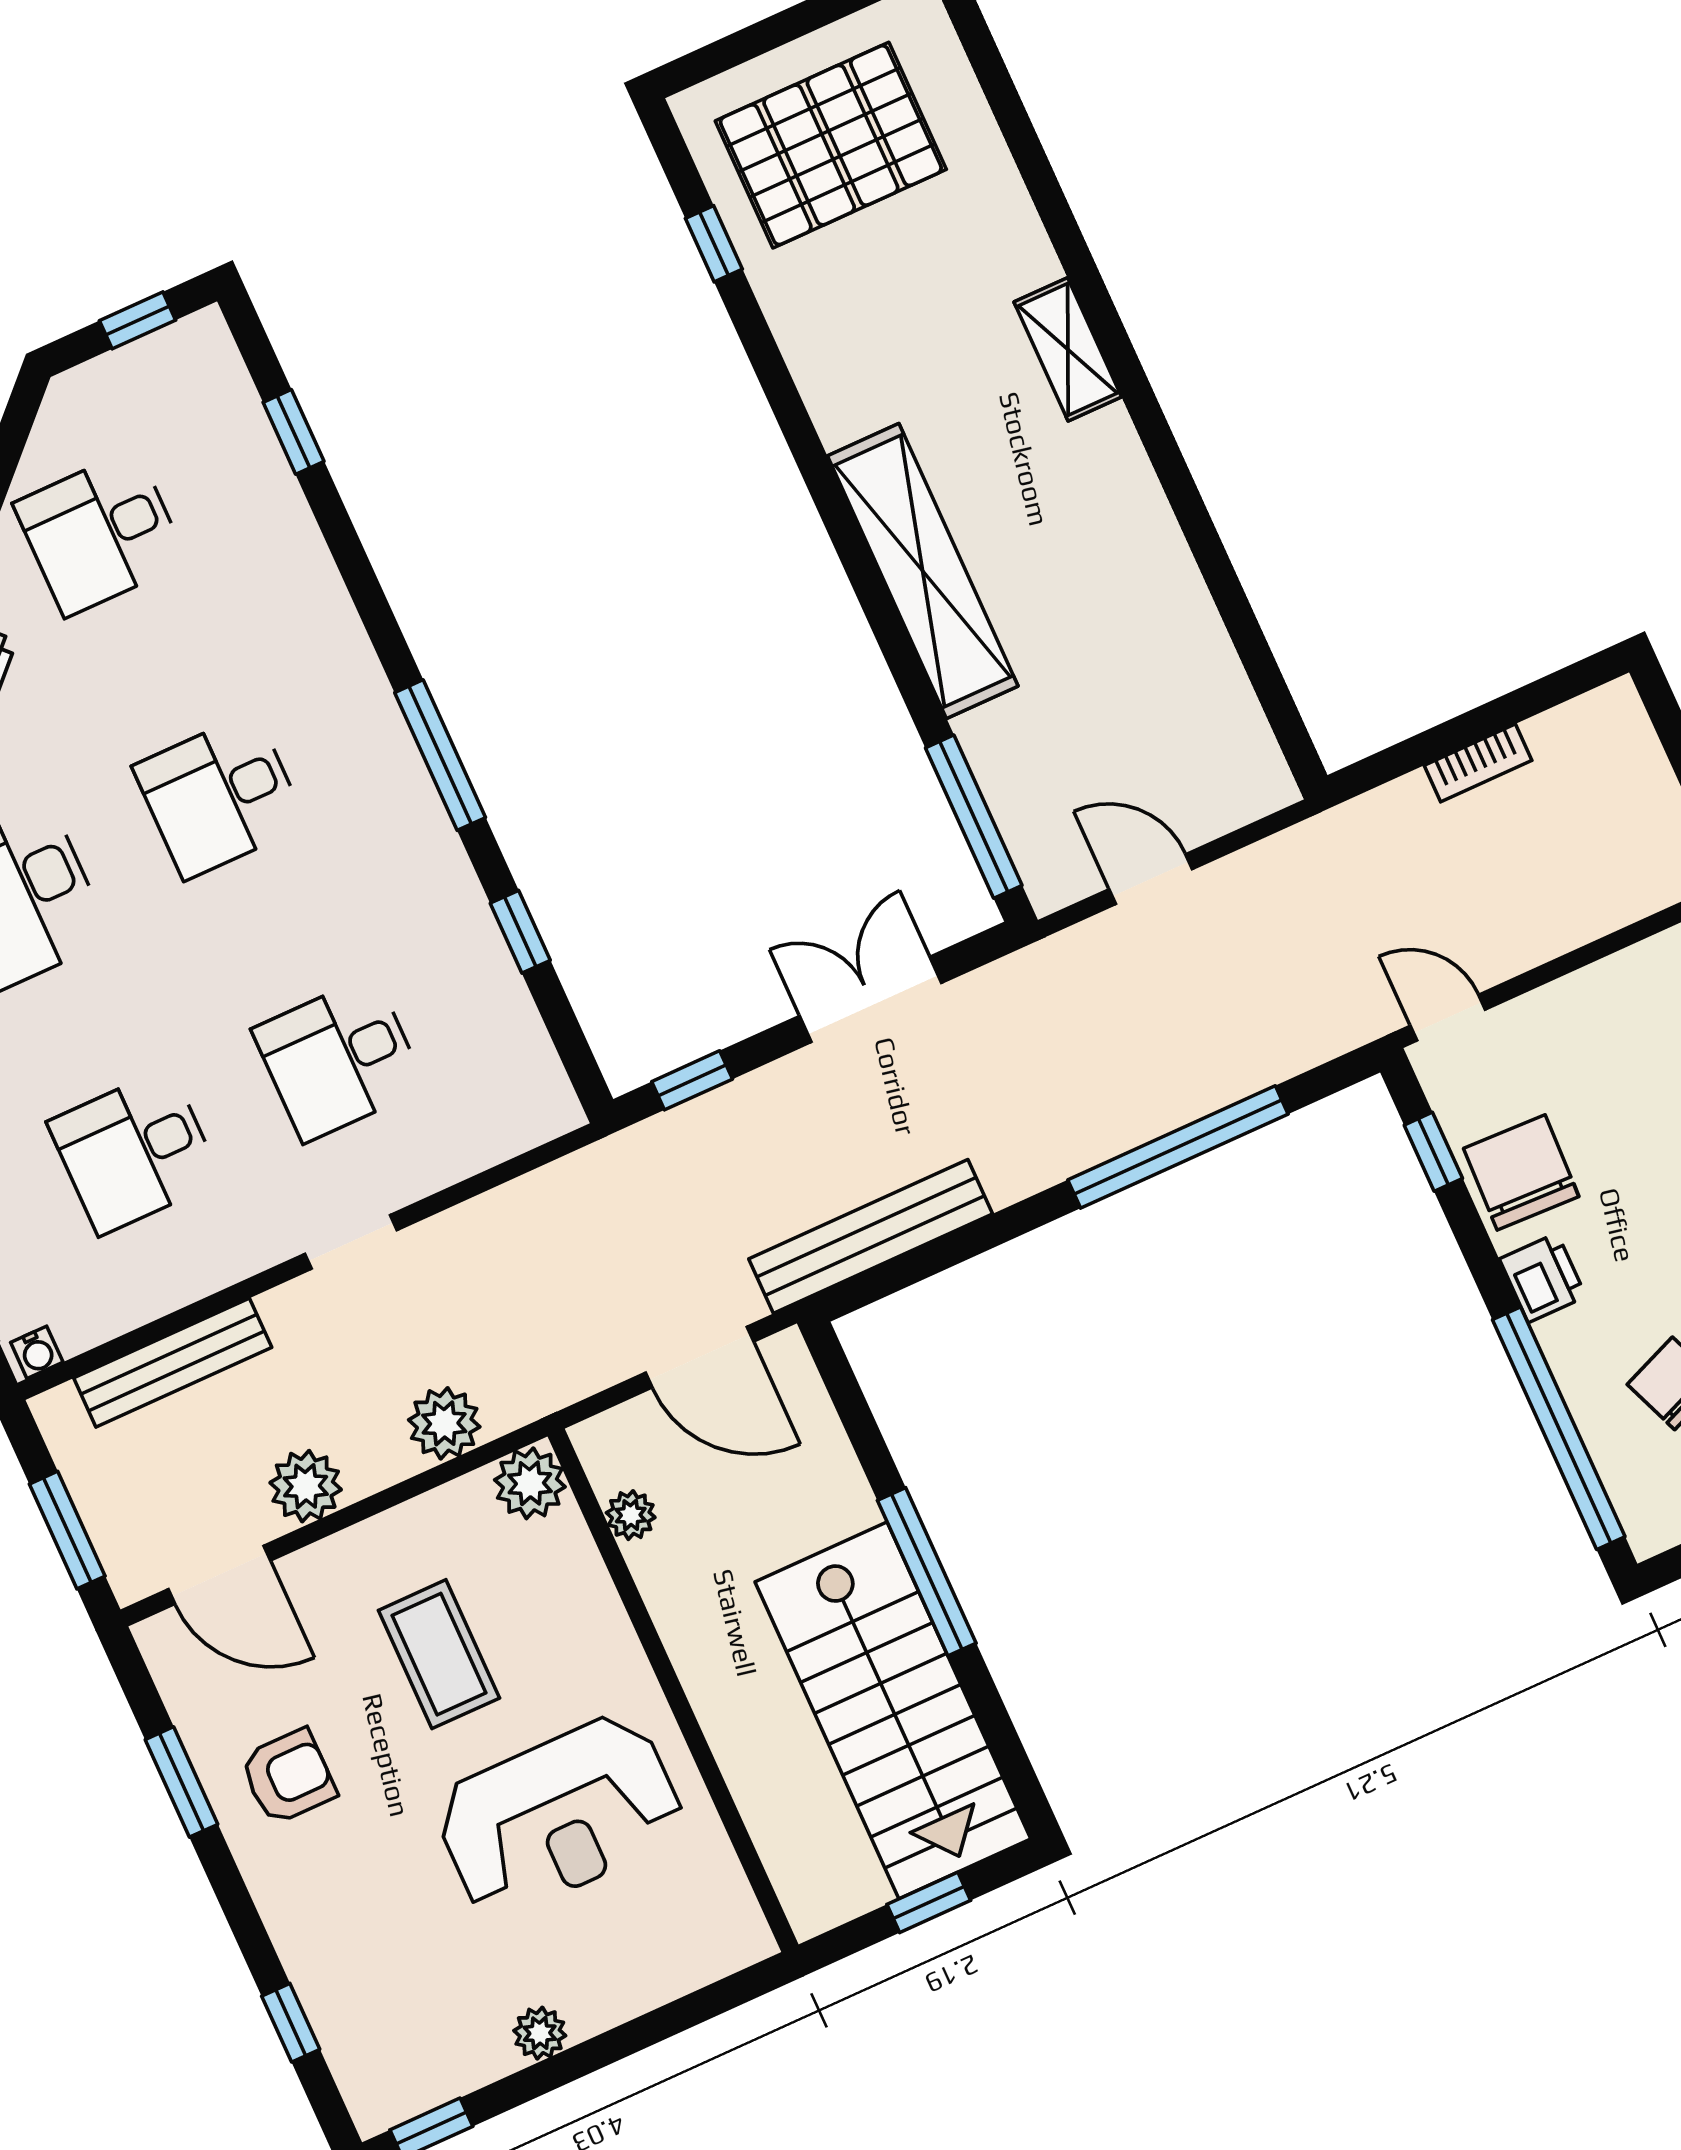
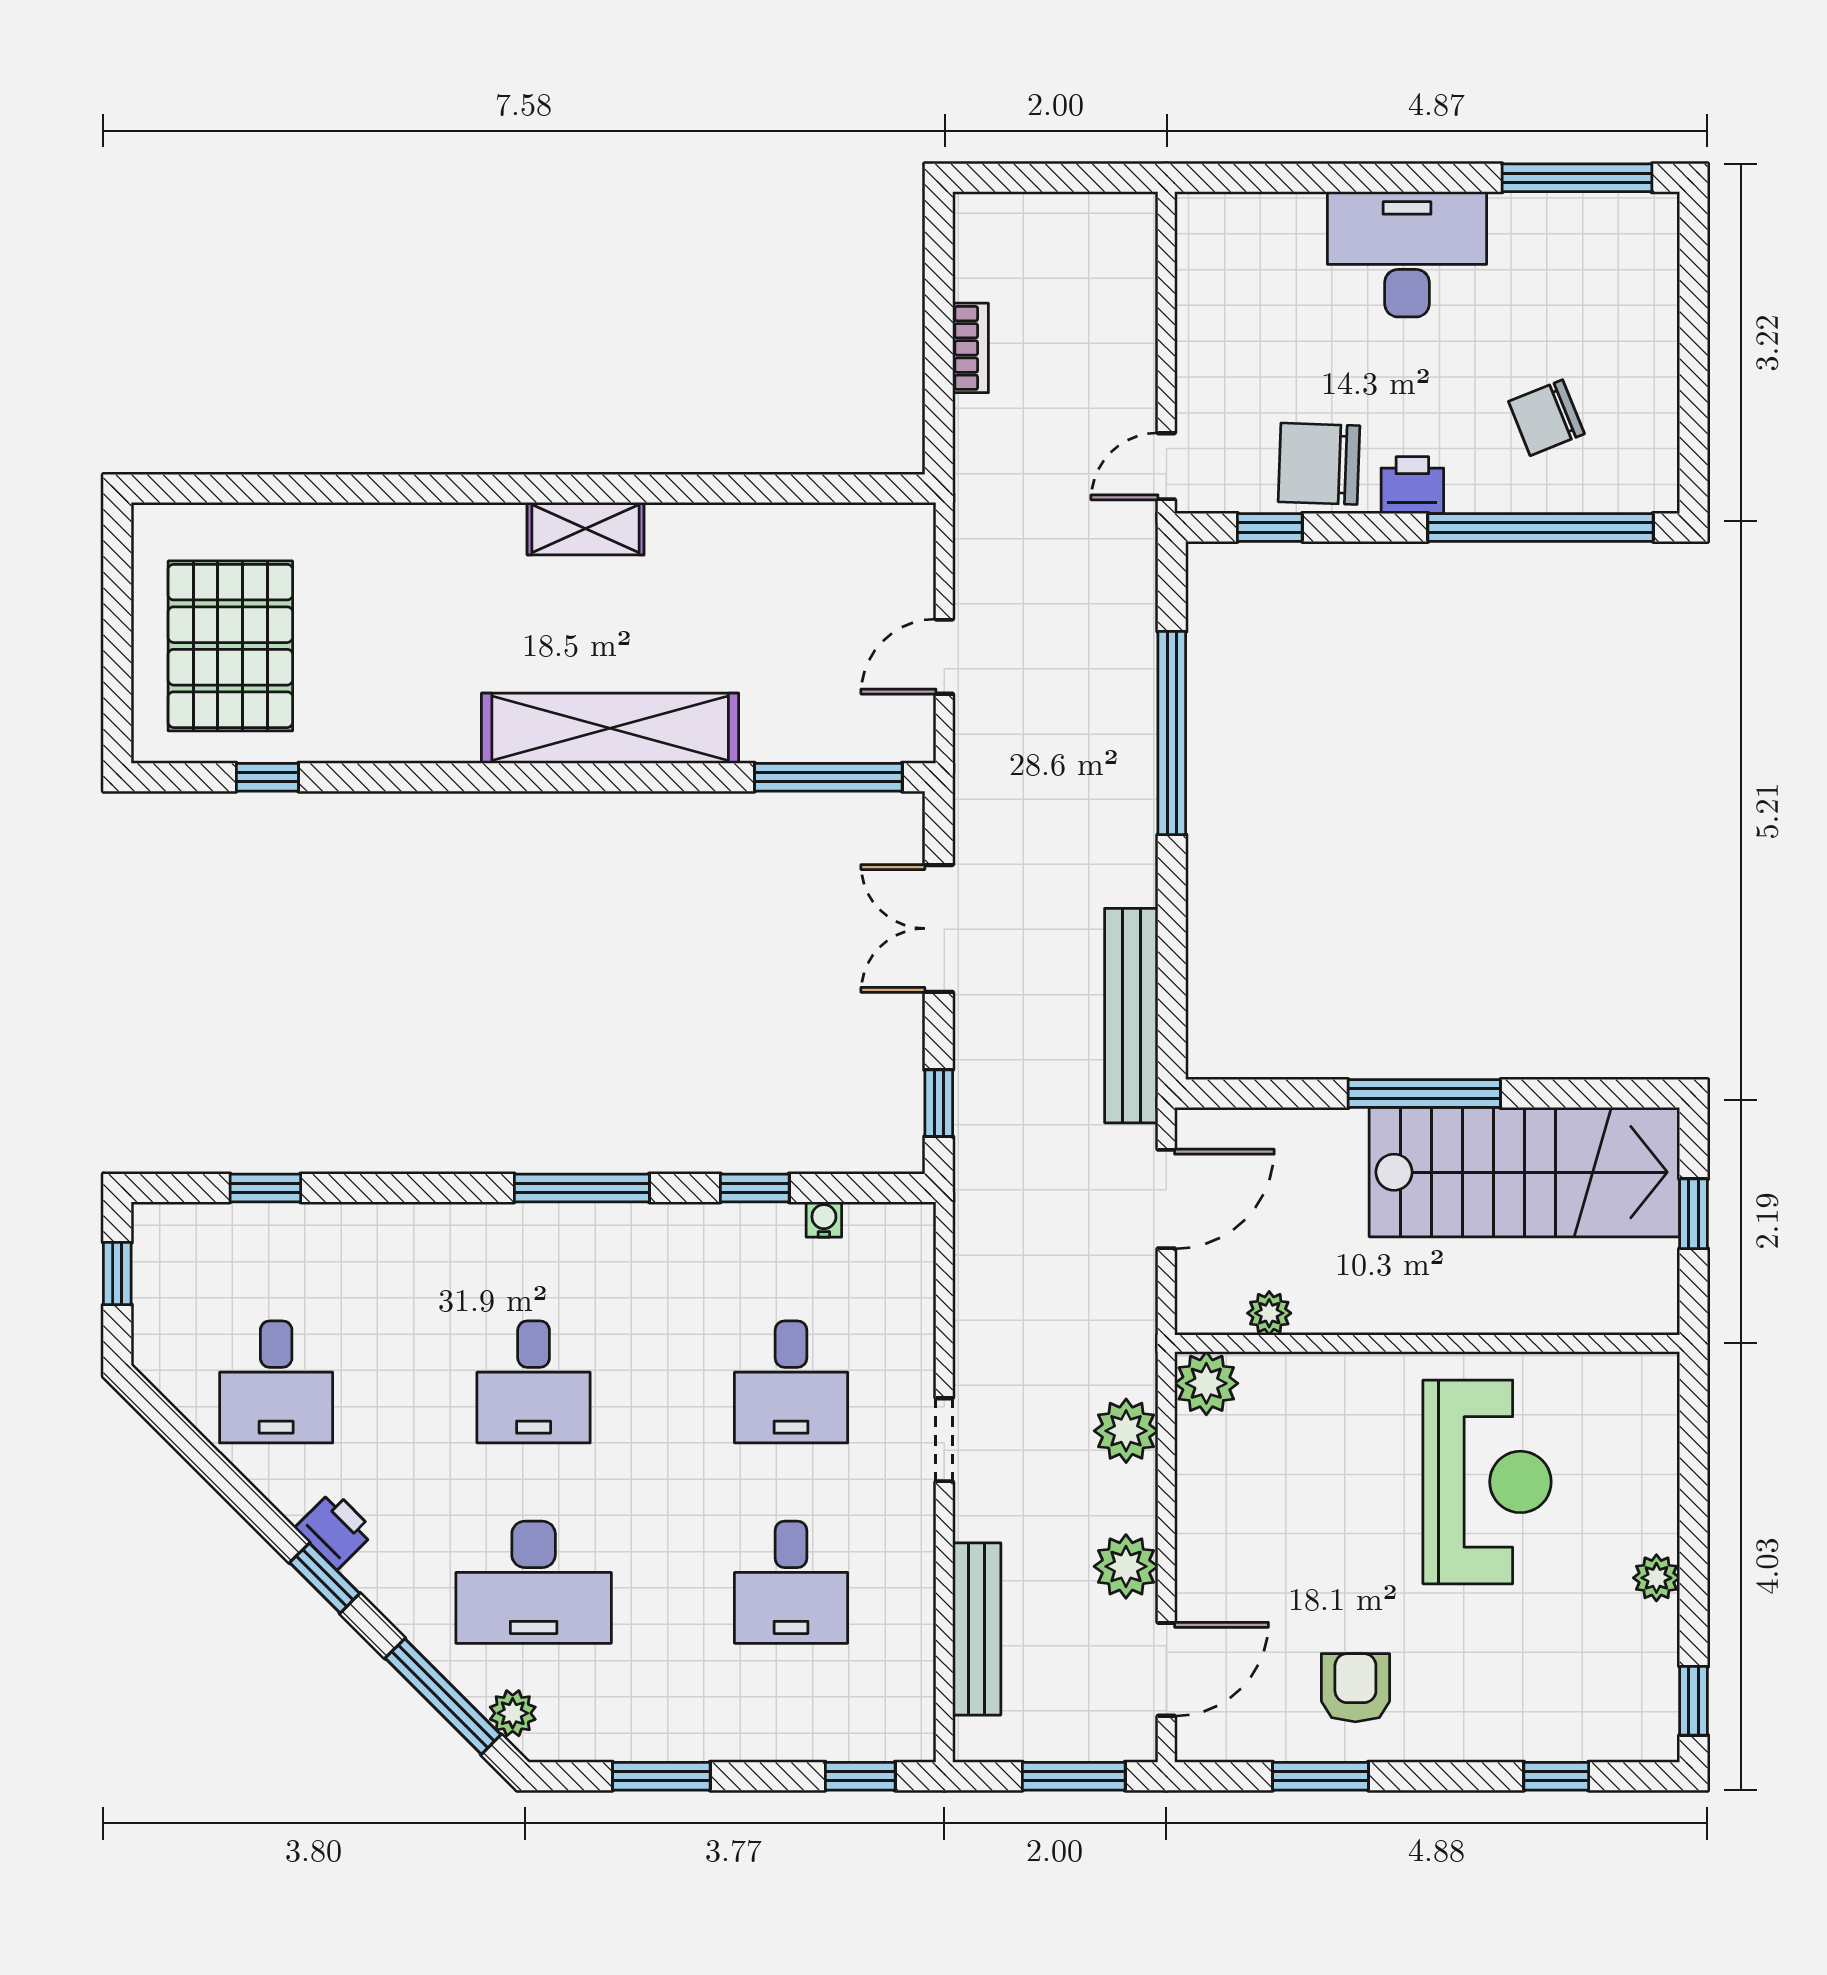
shelving: (1068, 349) -> (586, 529), moved
water cooler: (37, 1352) -> (824, 1220), moved, turned -90
coffee table: (439, 1654) -> (1312, 1520), removed

